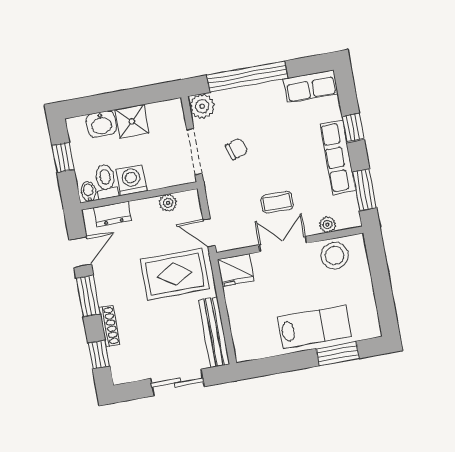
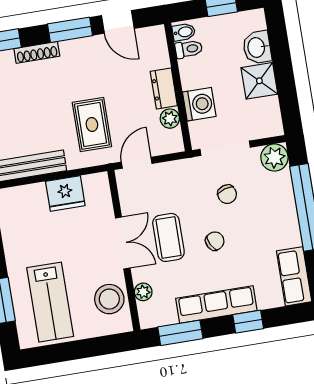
chair: (280, 160) -> (215, 241), added
washing machine: (131, 180) -> (199, 104), moved
toilet: (106, 182) -> (189, 49), width x0.73, depth x0.72
coffee table: (277, 202) -> (168, 237), width x1.36, depth x1.30
dresser: (113, 214) -> (164, 89), moved
fridge: (236, 270) -> (65, 193), moved, turned -90
rug: (175, 274) -> (92, 124), width x0.73, depth x0.70
lab bench: (314, 327) -> (50, 302), moved

